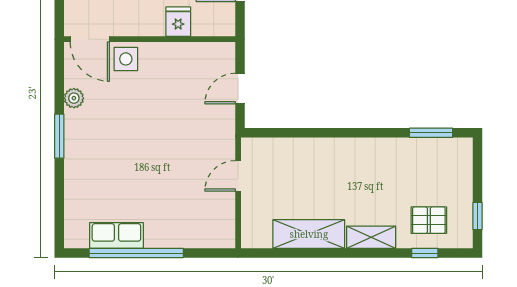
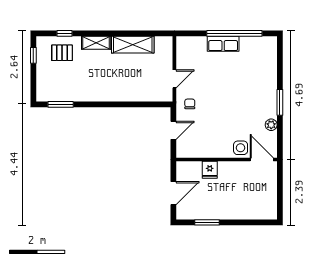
chair: (212, 134) -> (190, 104), added
row of seats: (116, 236) -> (223, 44), moved

